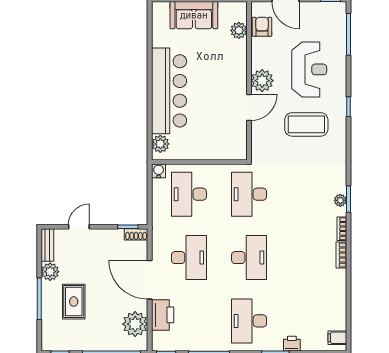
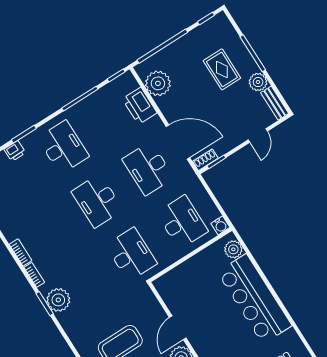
plant: (340, 200) -> (58, 300), width x1.87, depth x1.87
door: (150, 280) -> (178, 142), moved

